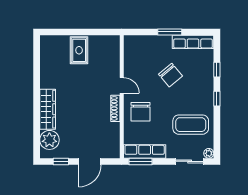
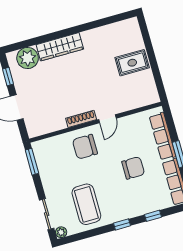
chair: (171, 75) -> (133, 168), turned -140
row of seats: (145, 151) -> (163, 136), moved, turned 180

